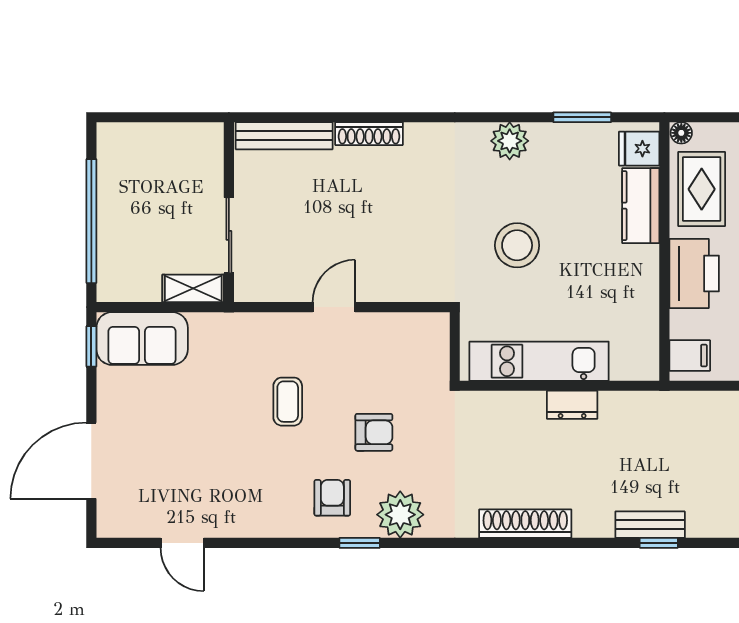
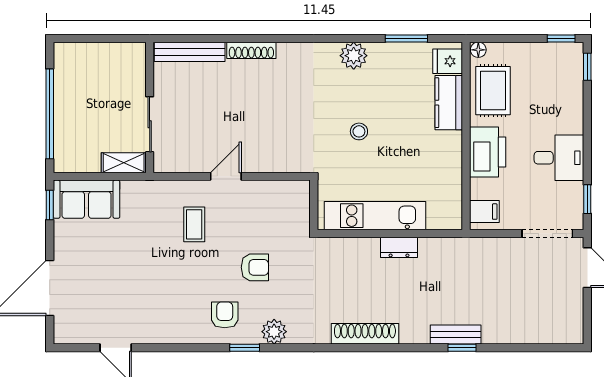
stool: (517, 245) -> (359, 131), width x0.53, depth x0.53
coffee table: (288, 402) -> (194, 224), moved
plant: (400, 515) -> (274, 332), width x0.73, depth x0.73

